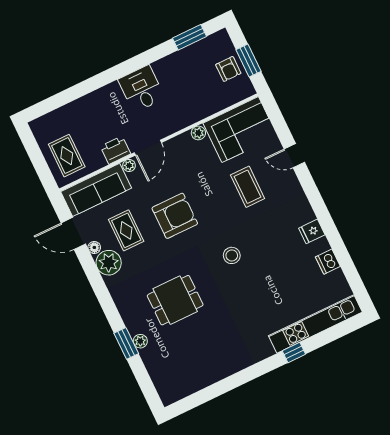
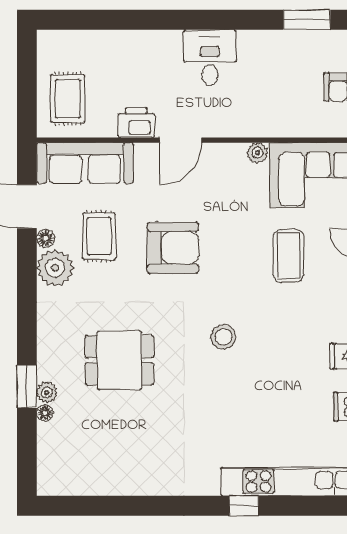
plant: (129, 165) -> (144, 152), removed
floor lamp: (145, 354) -> (45, 413), added

